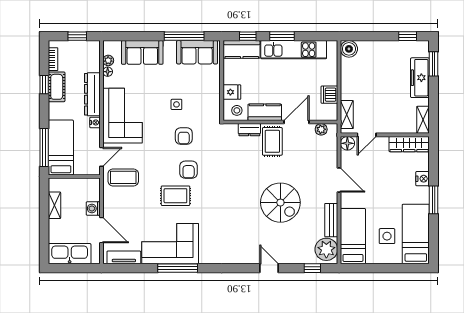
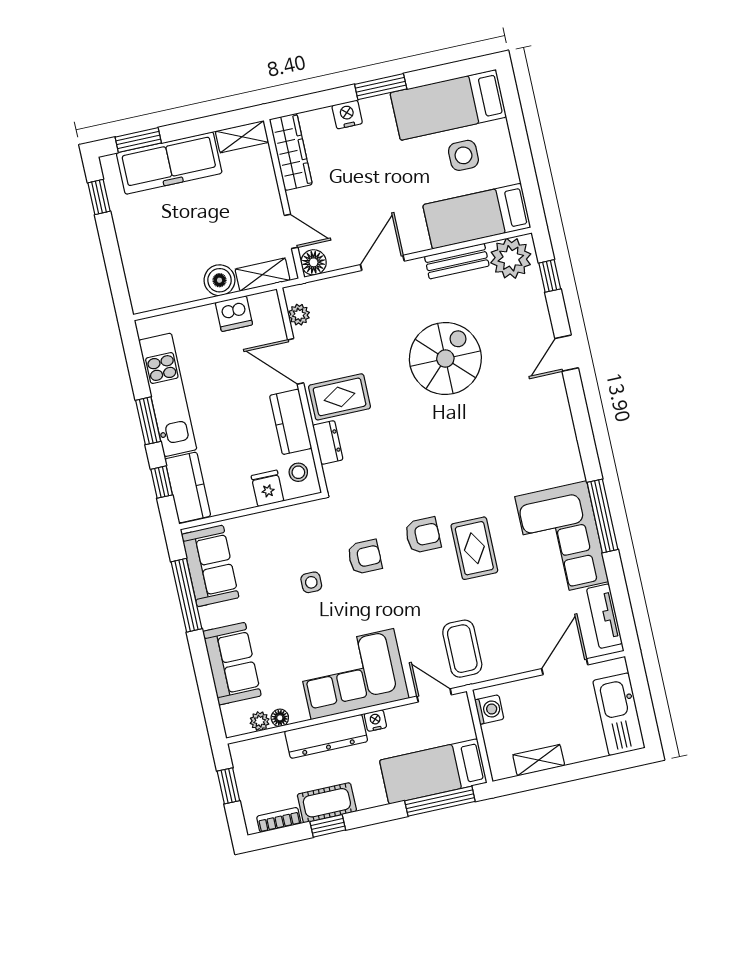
boiler: (349, 49) -> (220, 280), moved
freezer: (420, 78) -> (169, 163), width x1.36, depth x1.26
washing machine: (93, 208) -> (489, 710), moved, turned -90

